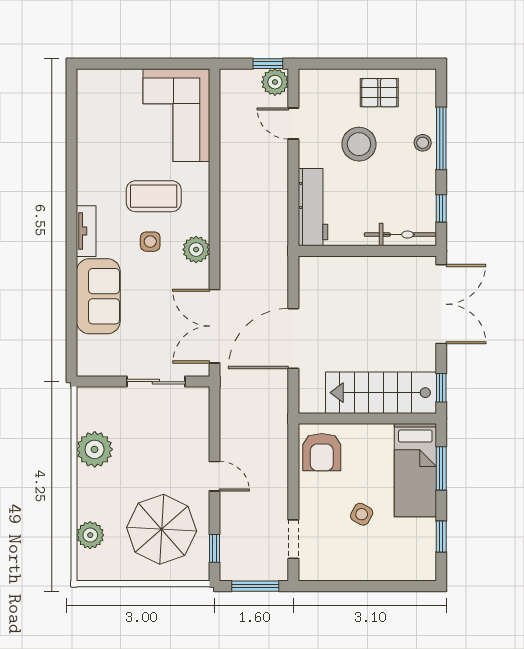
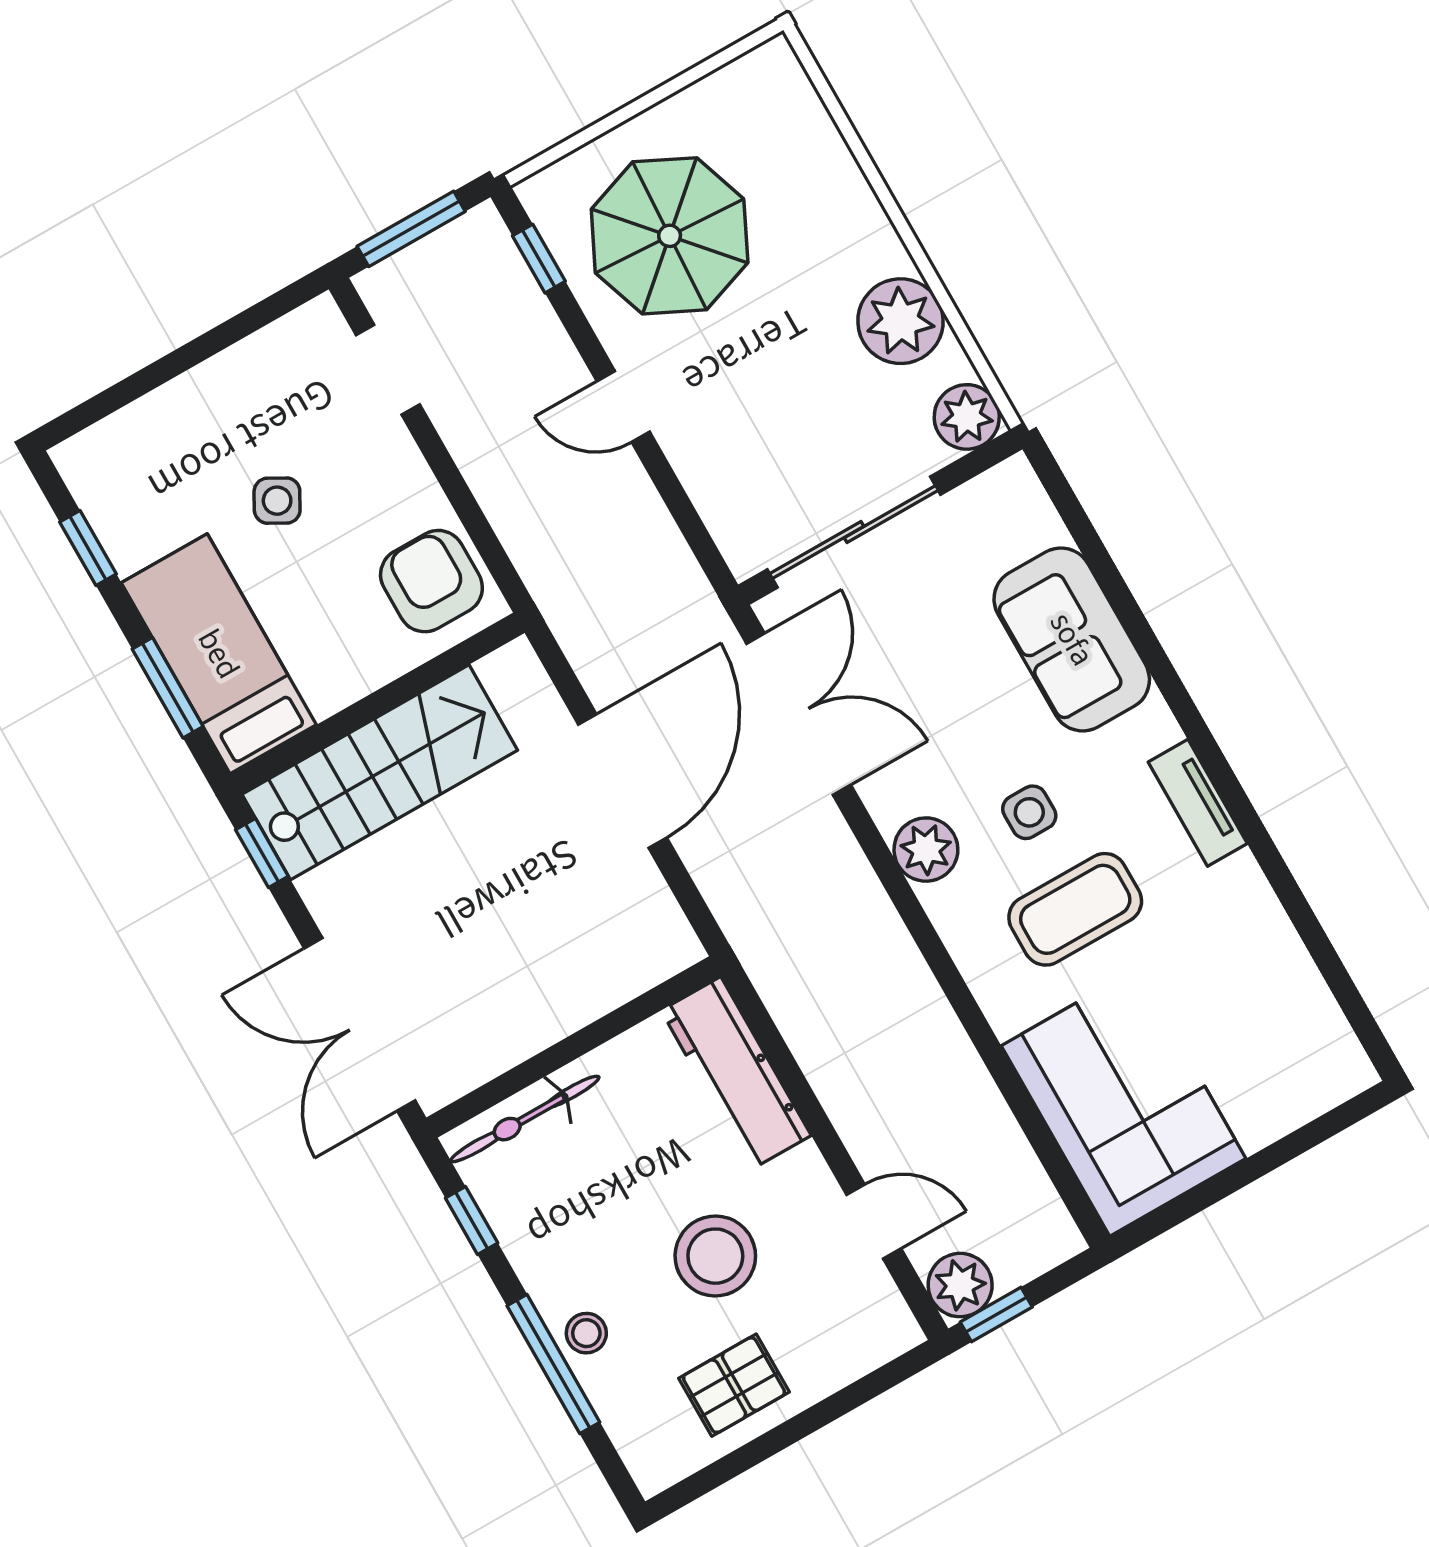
tv unit: (86, 231) -> (1198, 803), moved
sliding door: (156, 382) -> (854, 532), width x1.37
plant: (90, 535) -> (967, 417), moved

